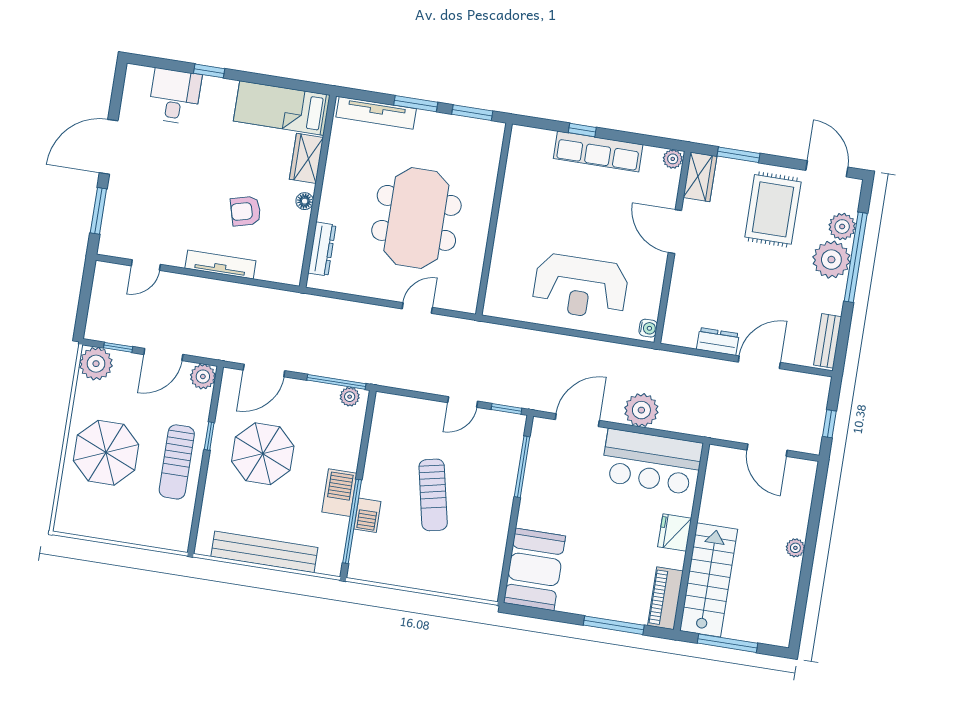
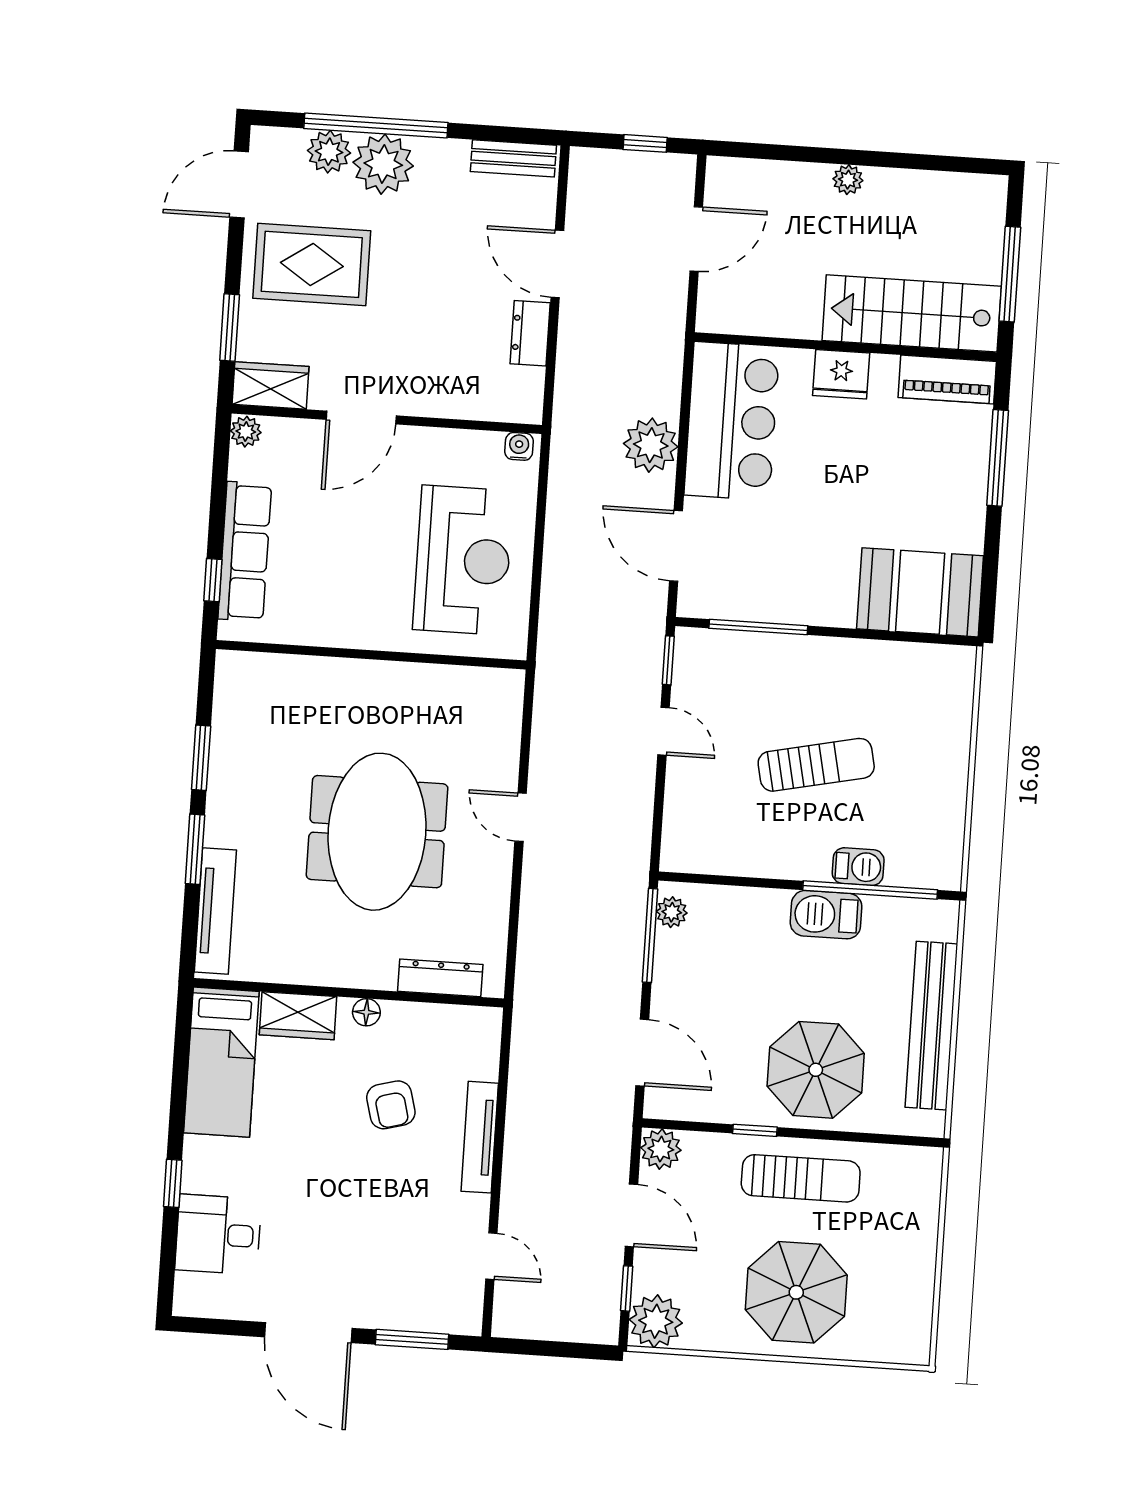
meeting table: (416, 218) -> (377, 832), turned 90
wall: (494, 219) -> (371, 655), moved
parasol: (263, 454) -> (816, 1070), moved

